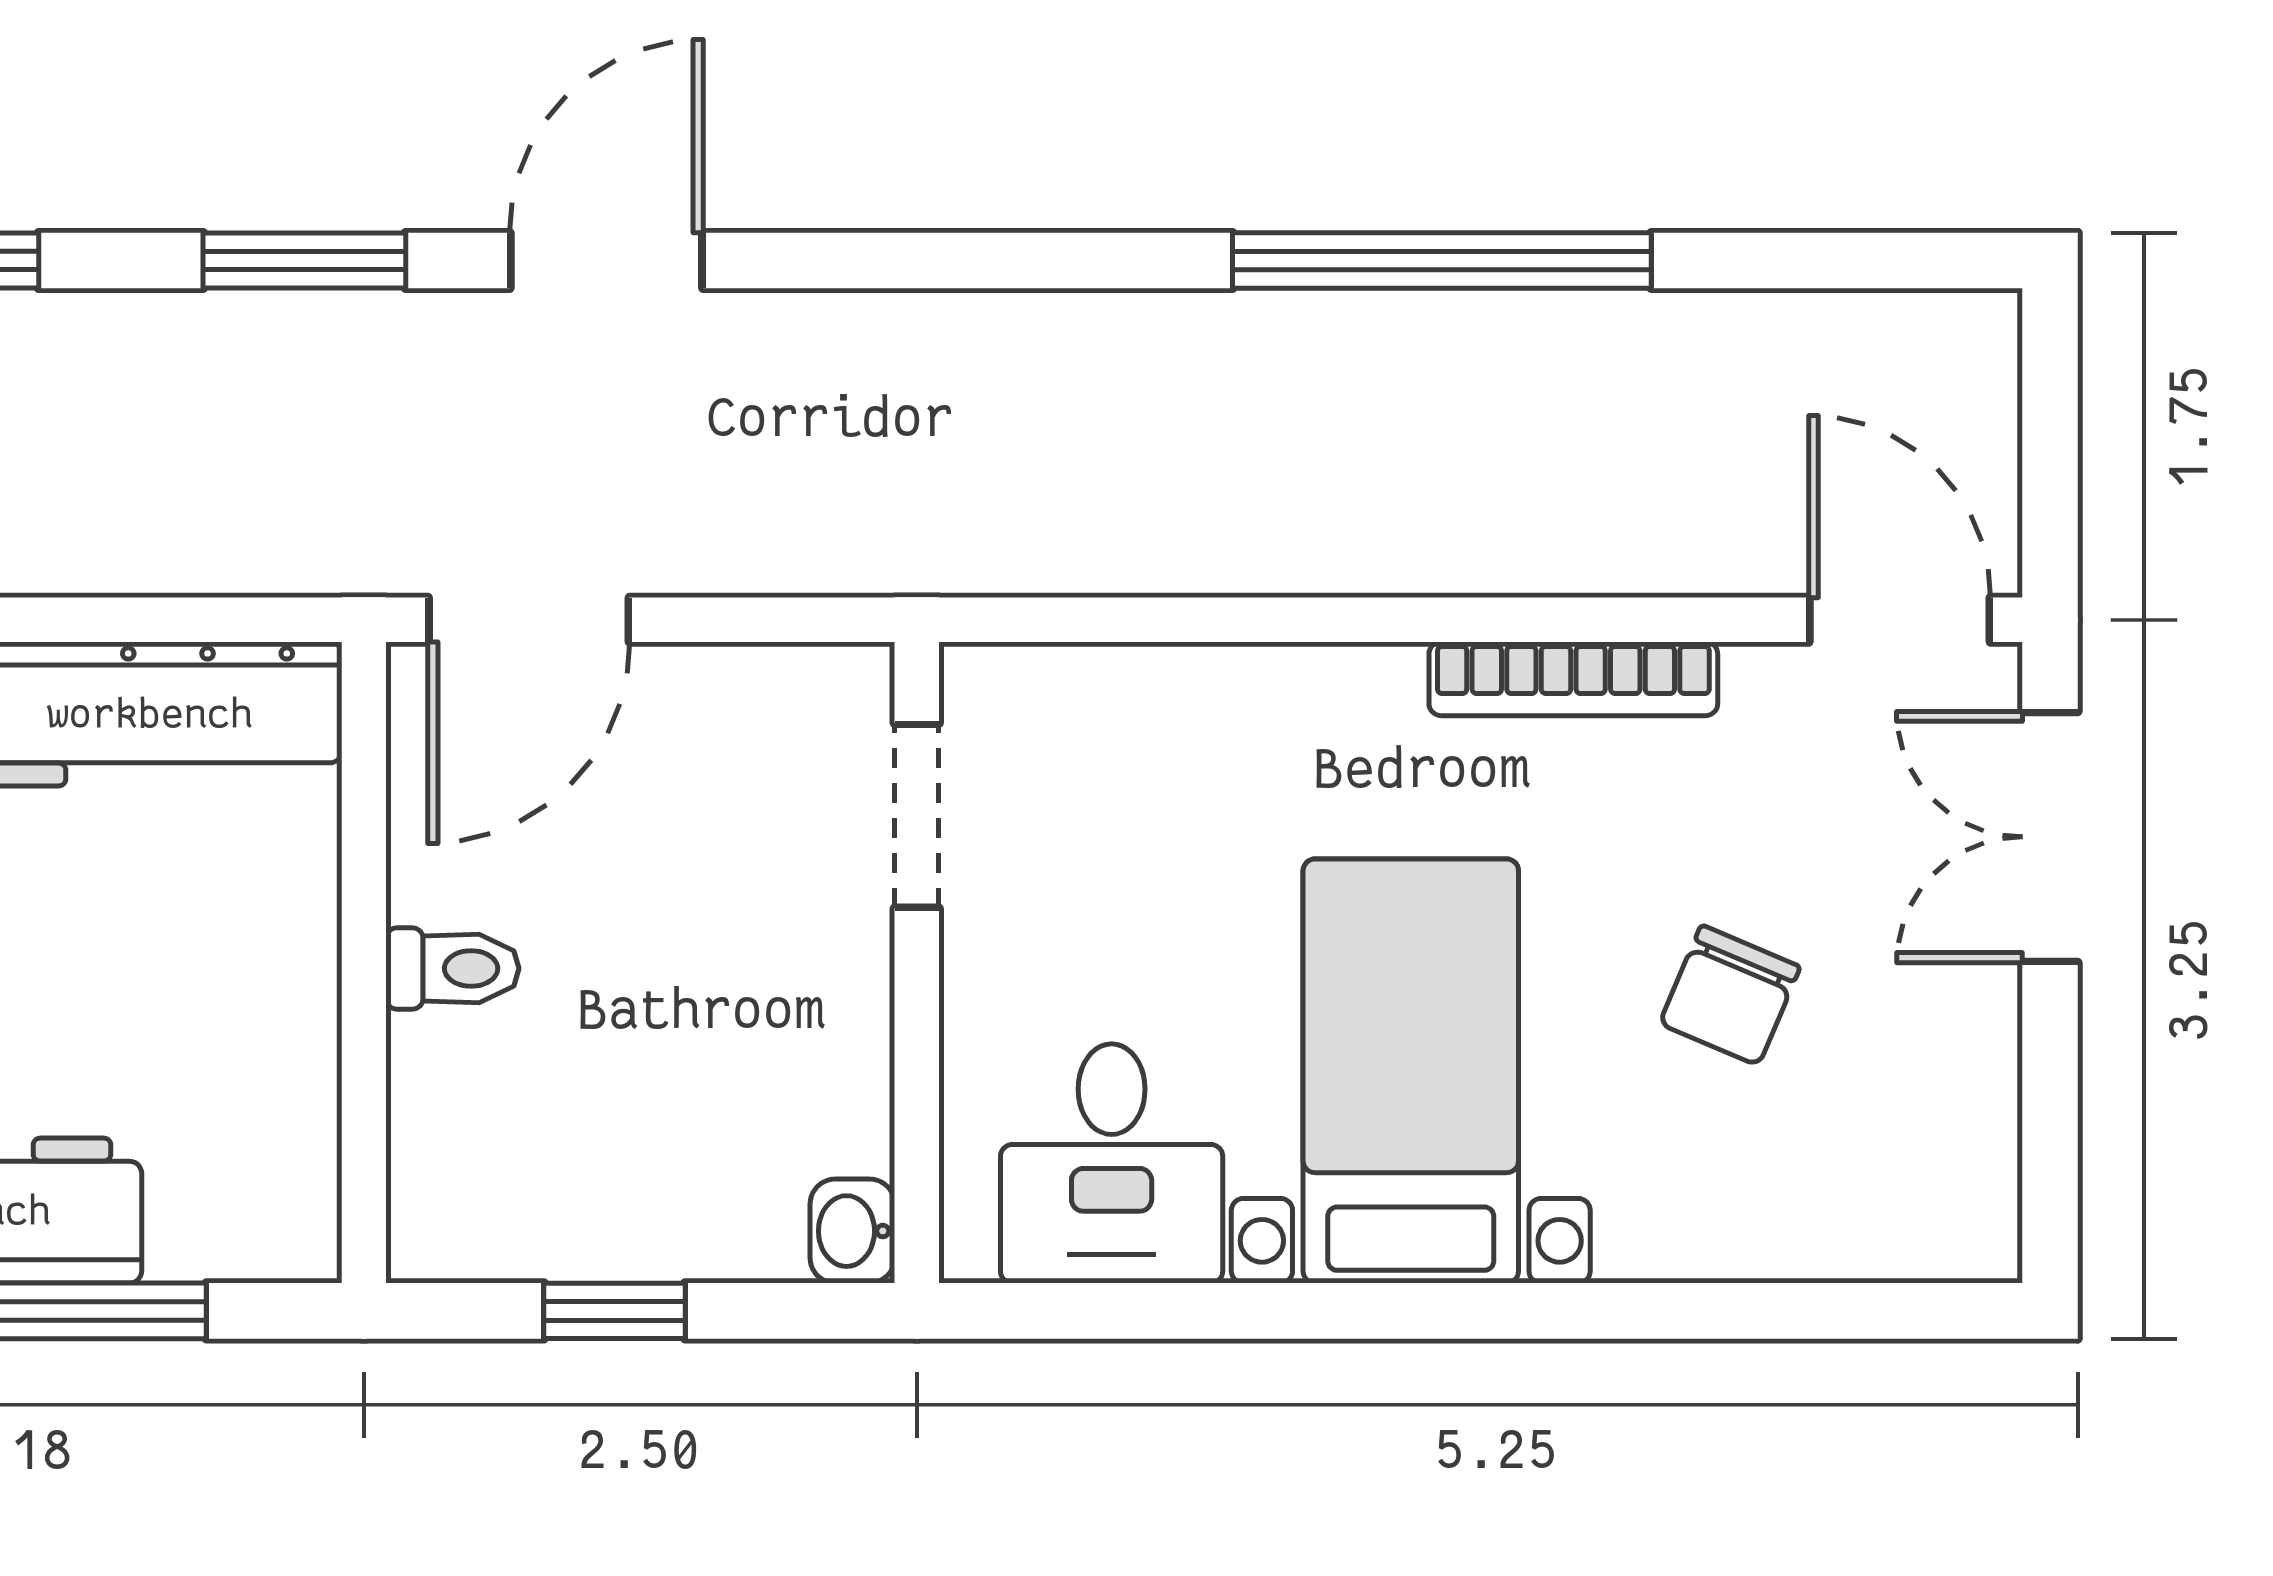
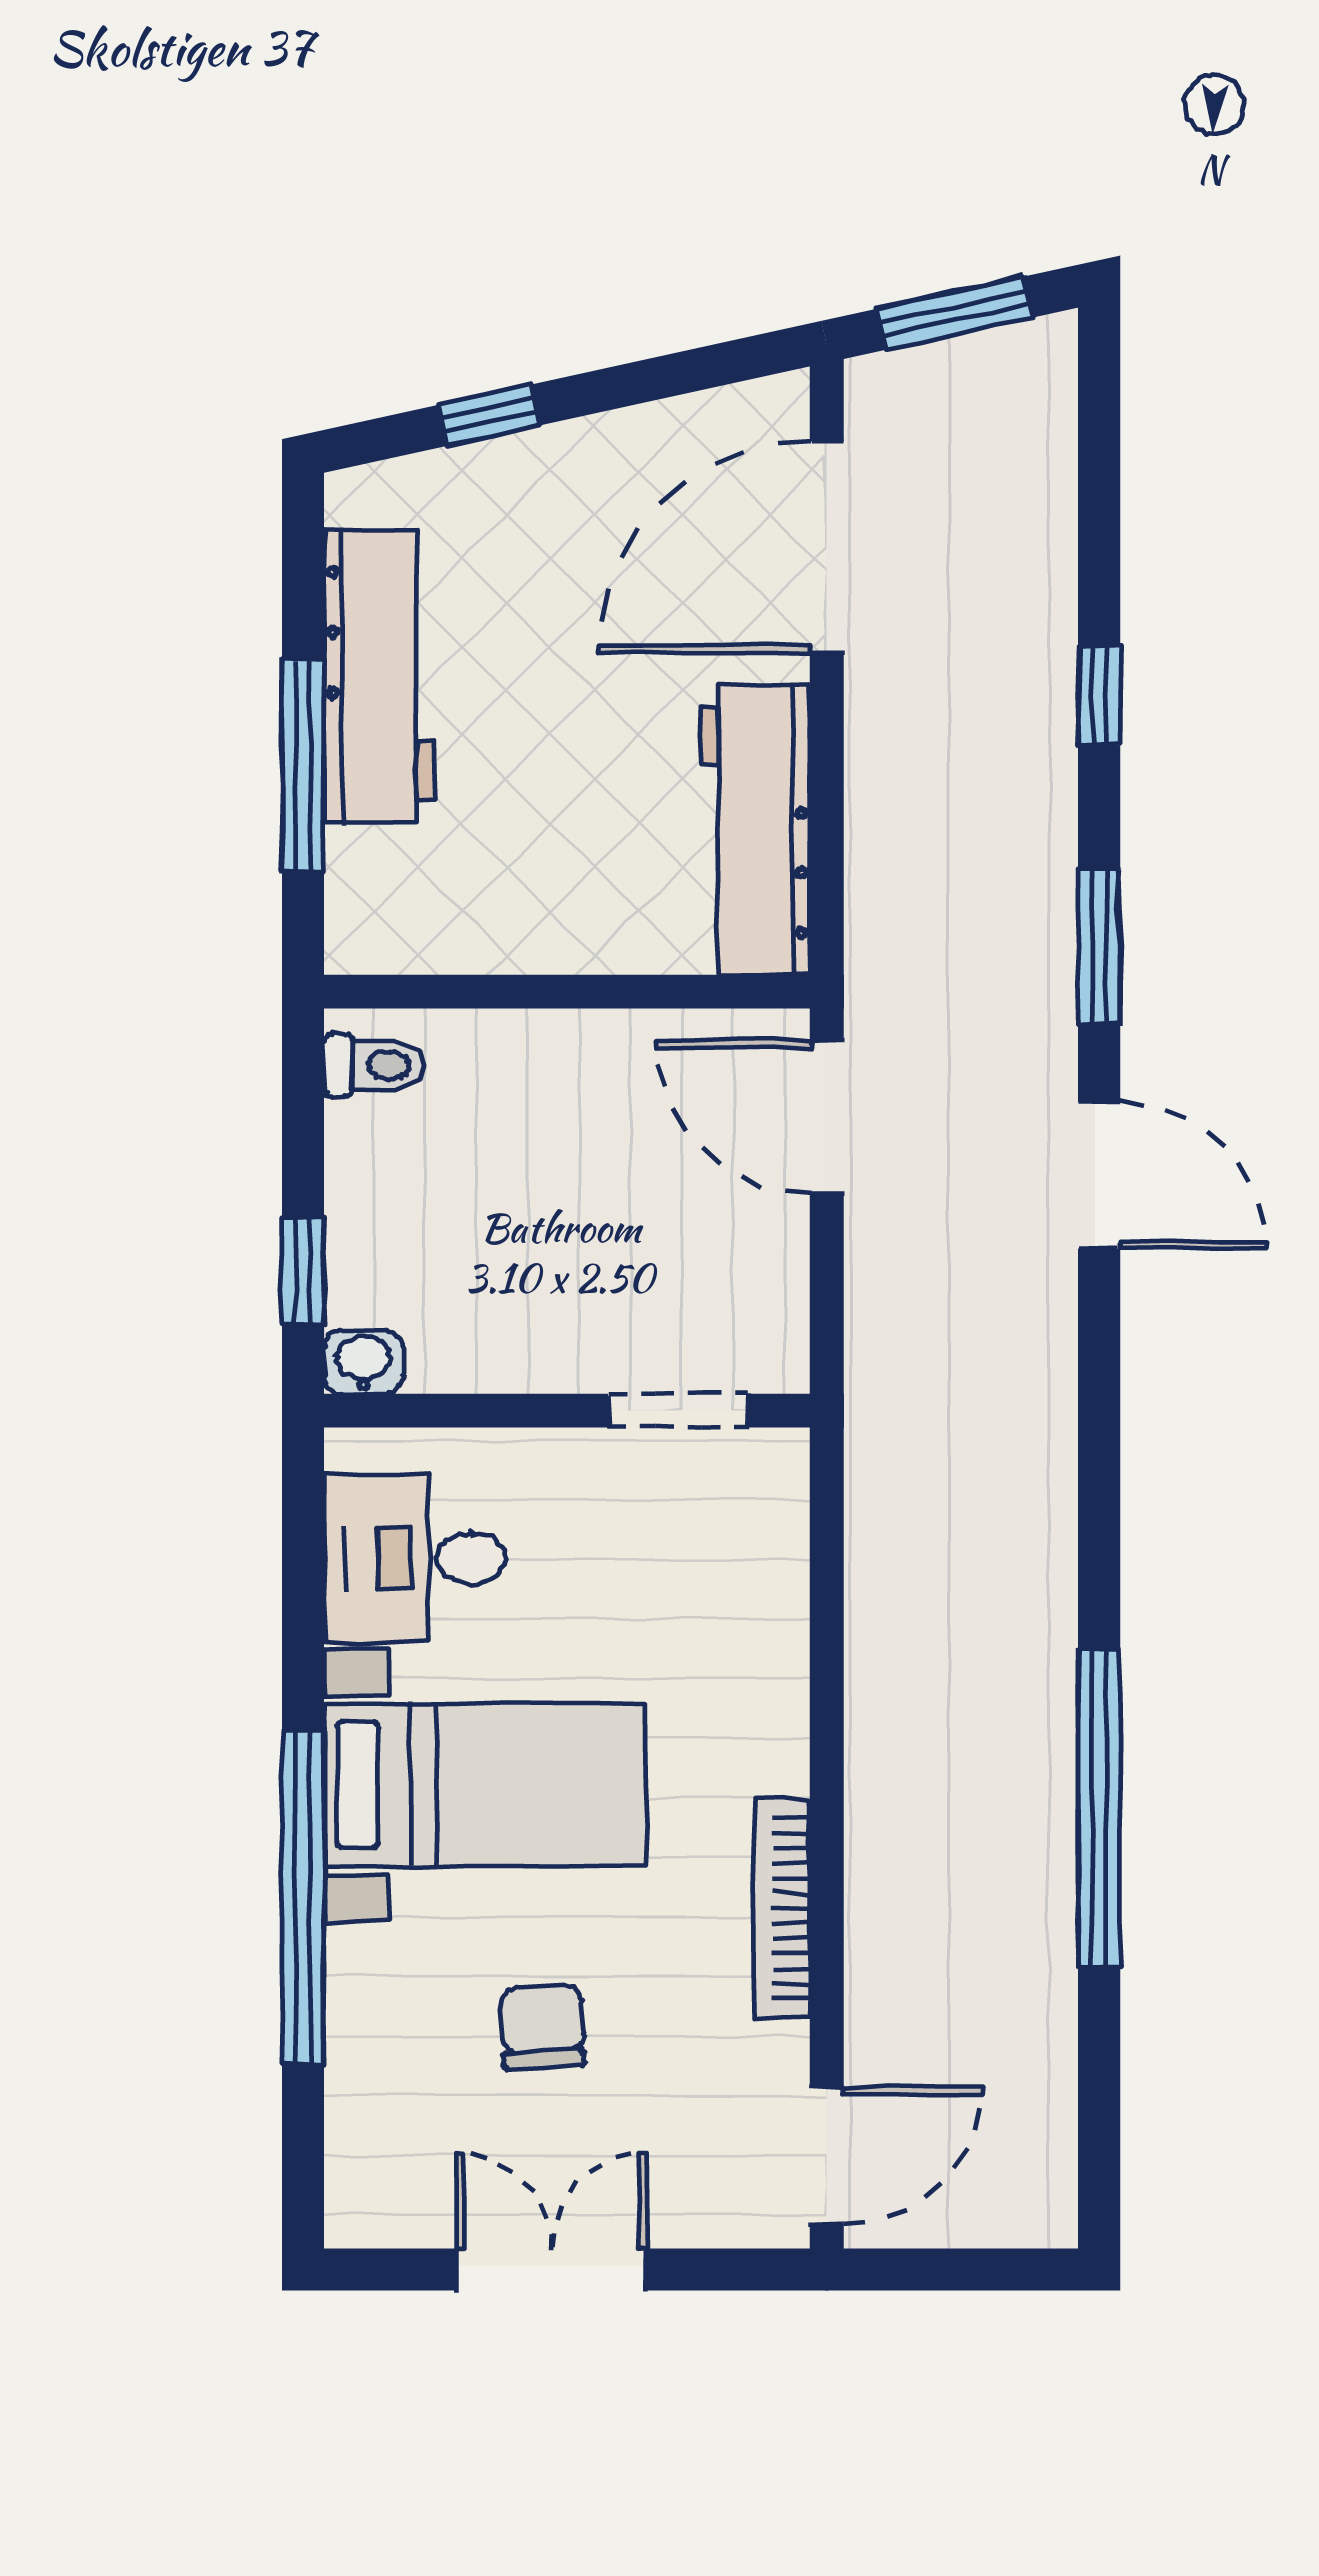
double door: (2050, 837) -> (551, 2269), moved
toilet: (452, 968) -> (374, 1065), moved, turned -90
chair: (1730, 995) -> (542, 2027), turned 64
window: (615, 1311) -> (303, 1271), moved
window: (1559, 1311) -> (303, 1897), added

